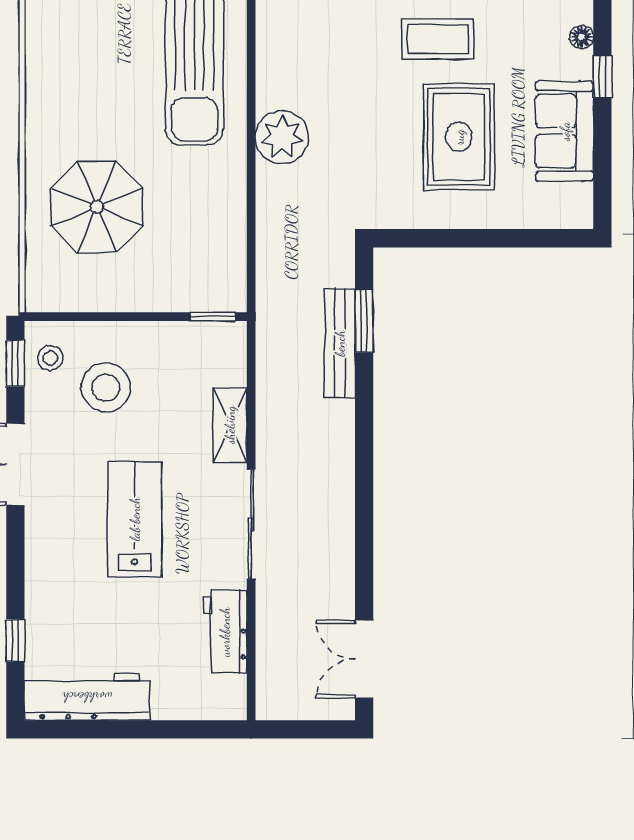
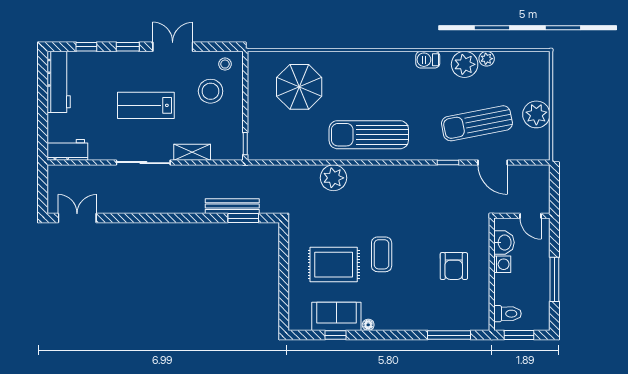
floor lamp: (582, 37) -> (368, 325), moved
window: (602, 77) -> (336, 335), moved
window: (15, 363) -> (128, 47), moved
lab bench: (135, 519) -> (146, 105), turned 180
workbench: (225, 632) -> (67, 150), moved

